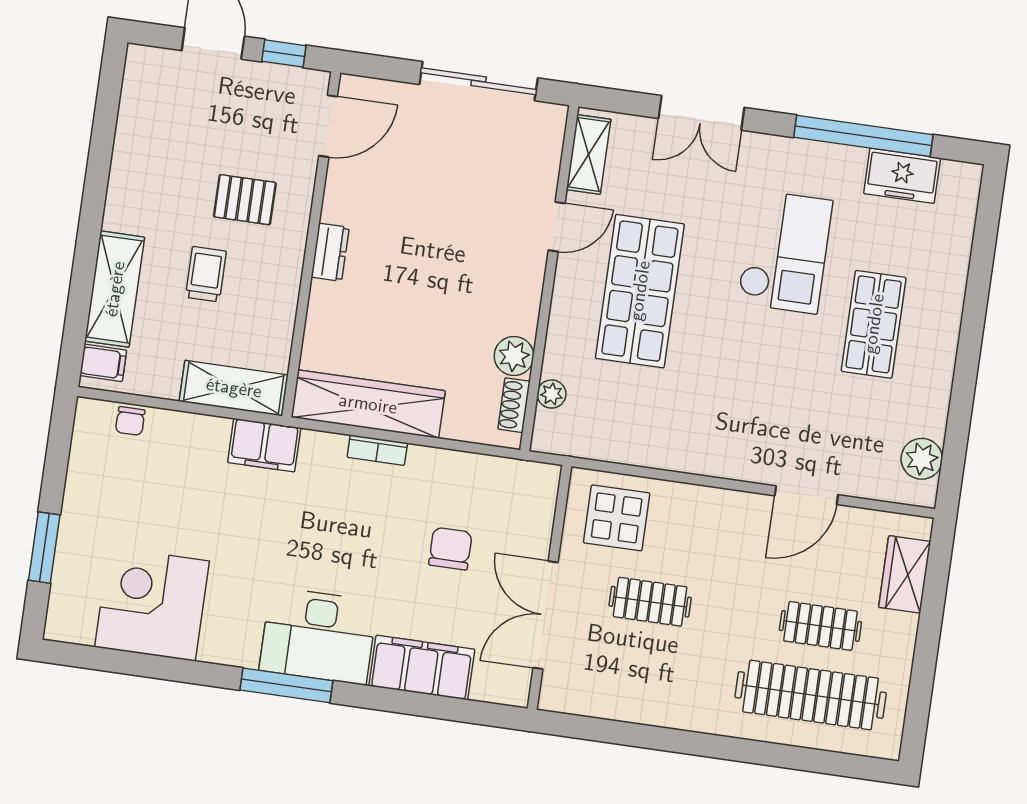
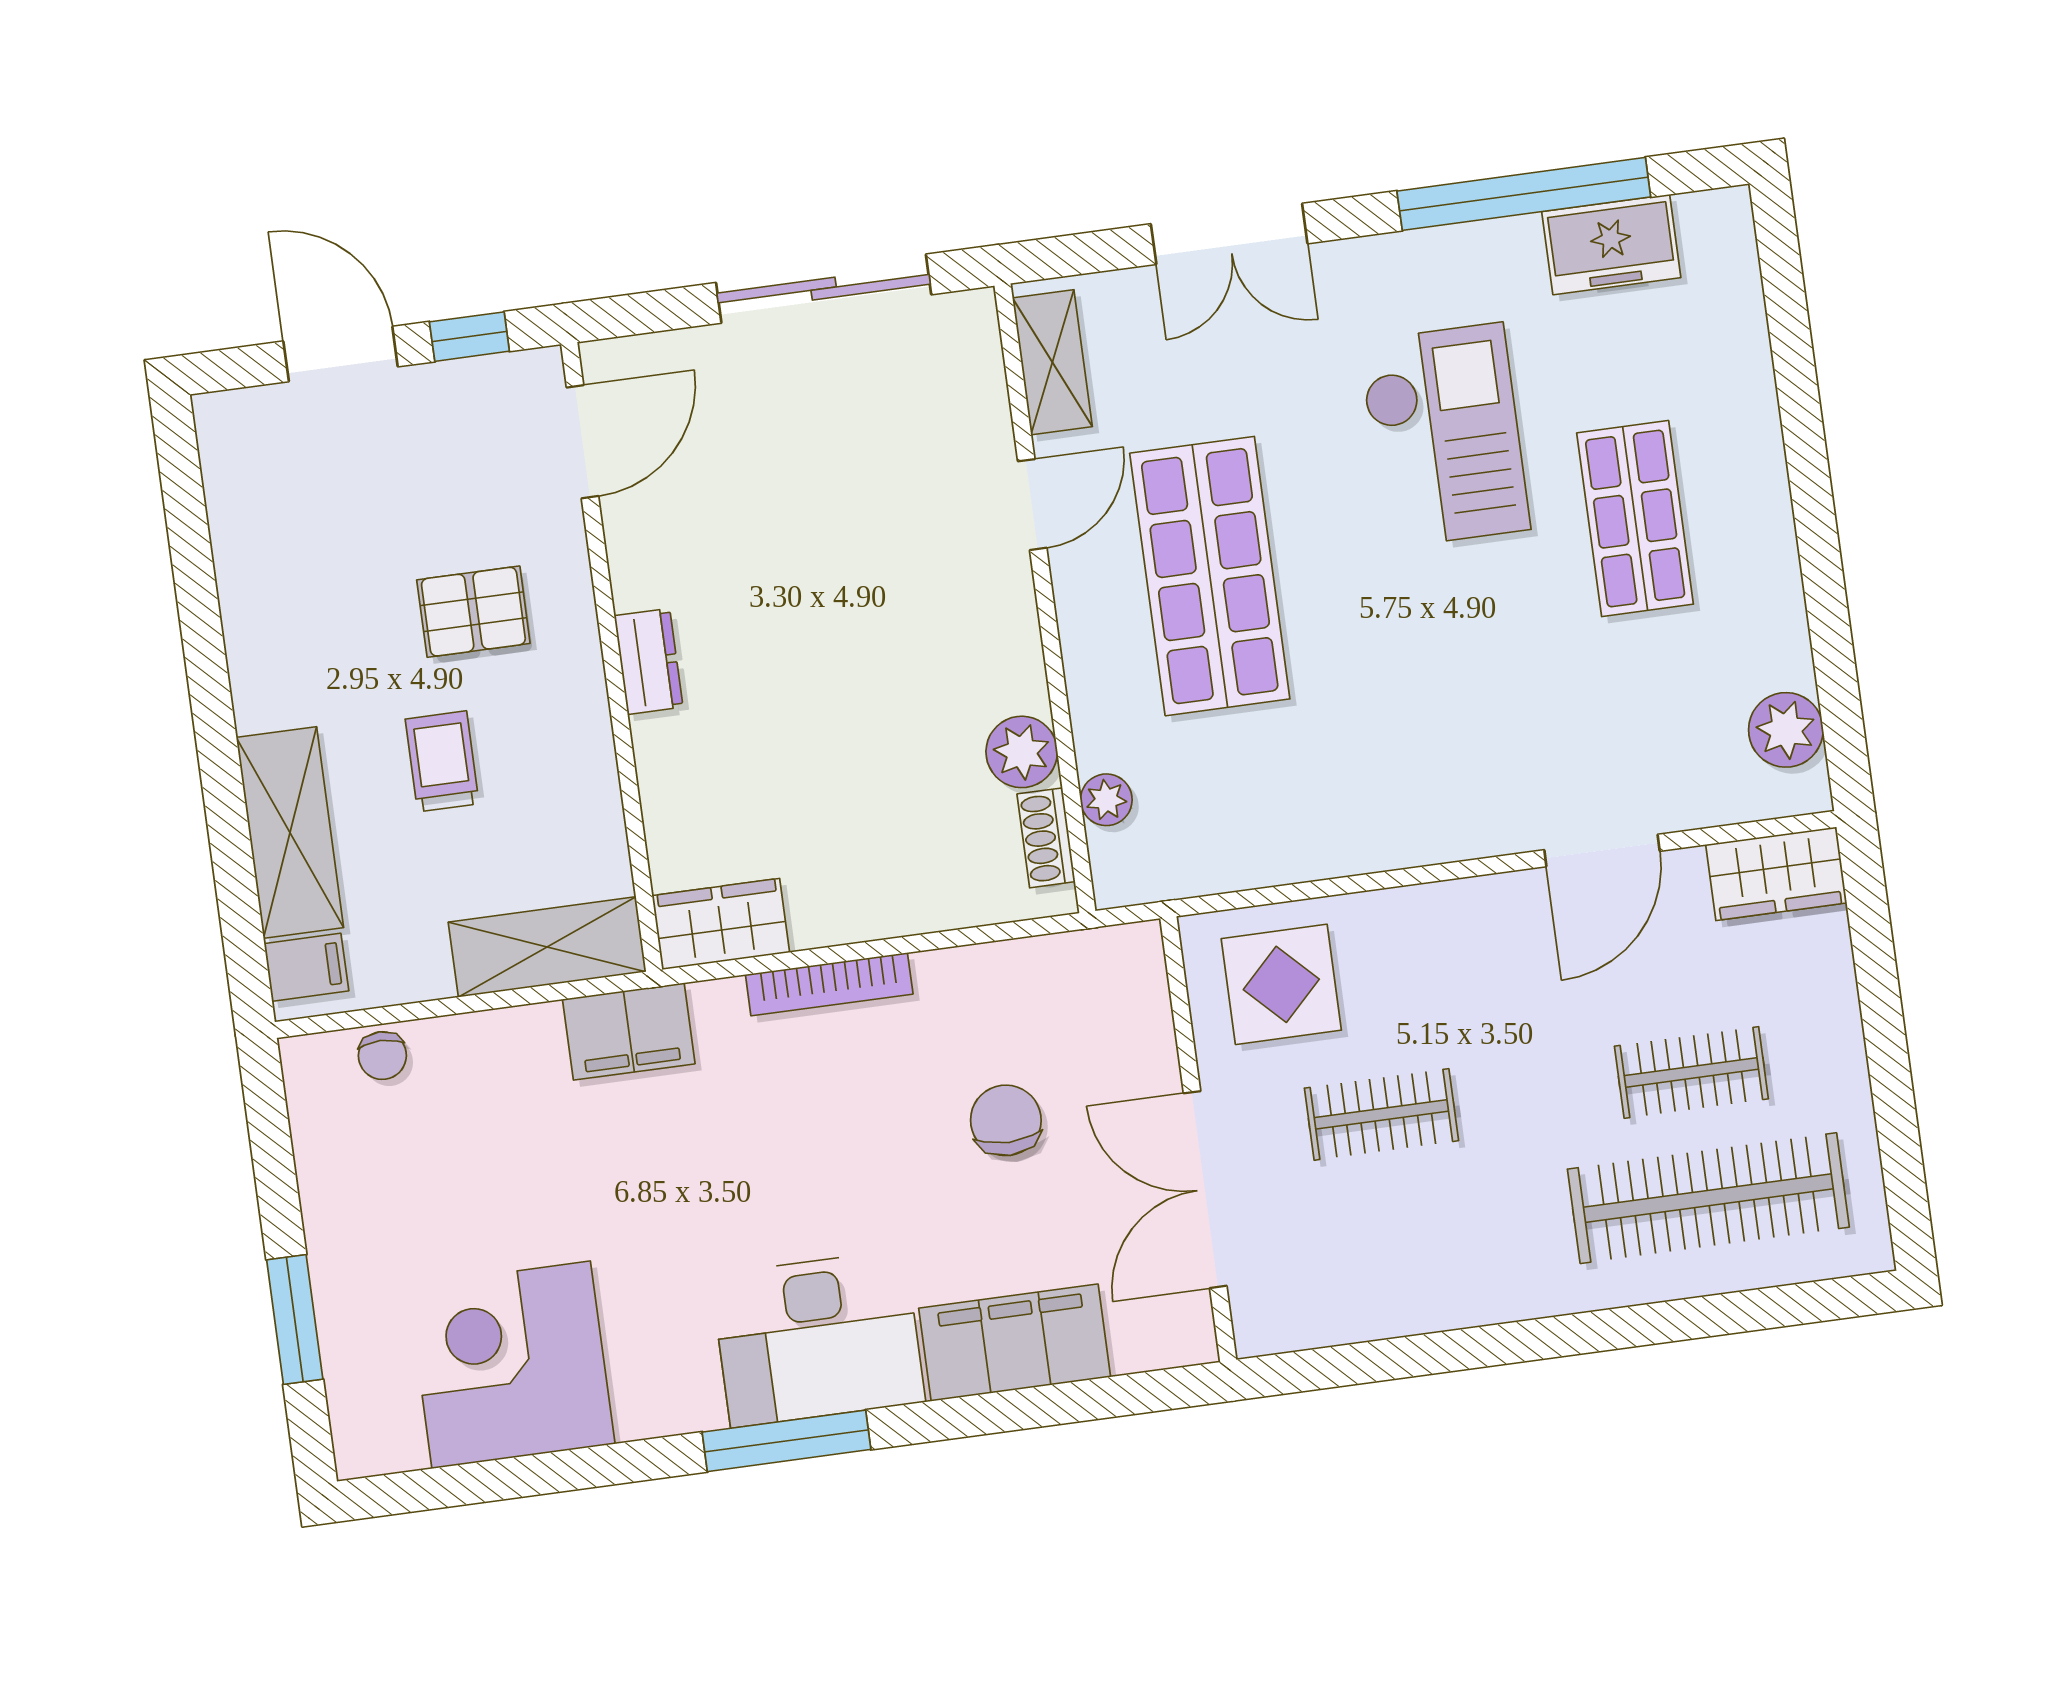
wardrobe: (368, 404) -> (721, 924), width x0.48, depth x0.85
bookcase: (377, 450) -> (829, 984), width x1.56
wardrobe: (905, 574) -> (1776, 874), moved, turned -90

